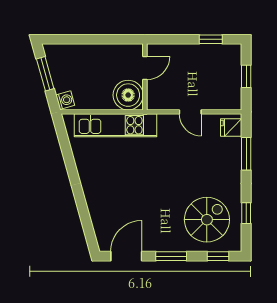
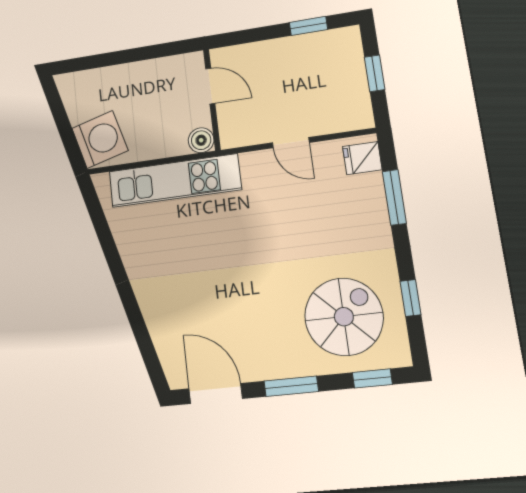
door: (145, 68) -> (210, 86), hinge flipped
window: (45, 74) -> (61, 118), removed
boiler: (128, 95) -> (201, 140), width x0.54, depth x0.54
washing machine: (65, 100) -> (100, 139), width x1.89, depth x1.89
door: (126, 256) -> (216, 394), hinge flipped

